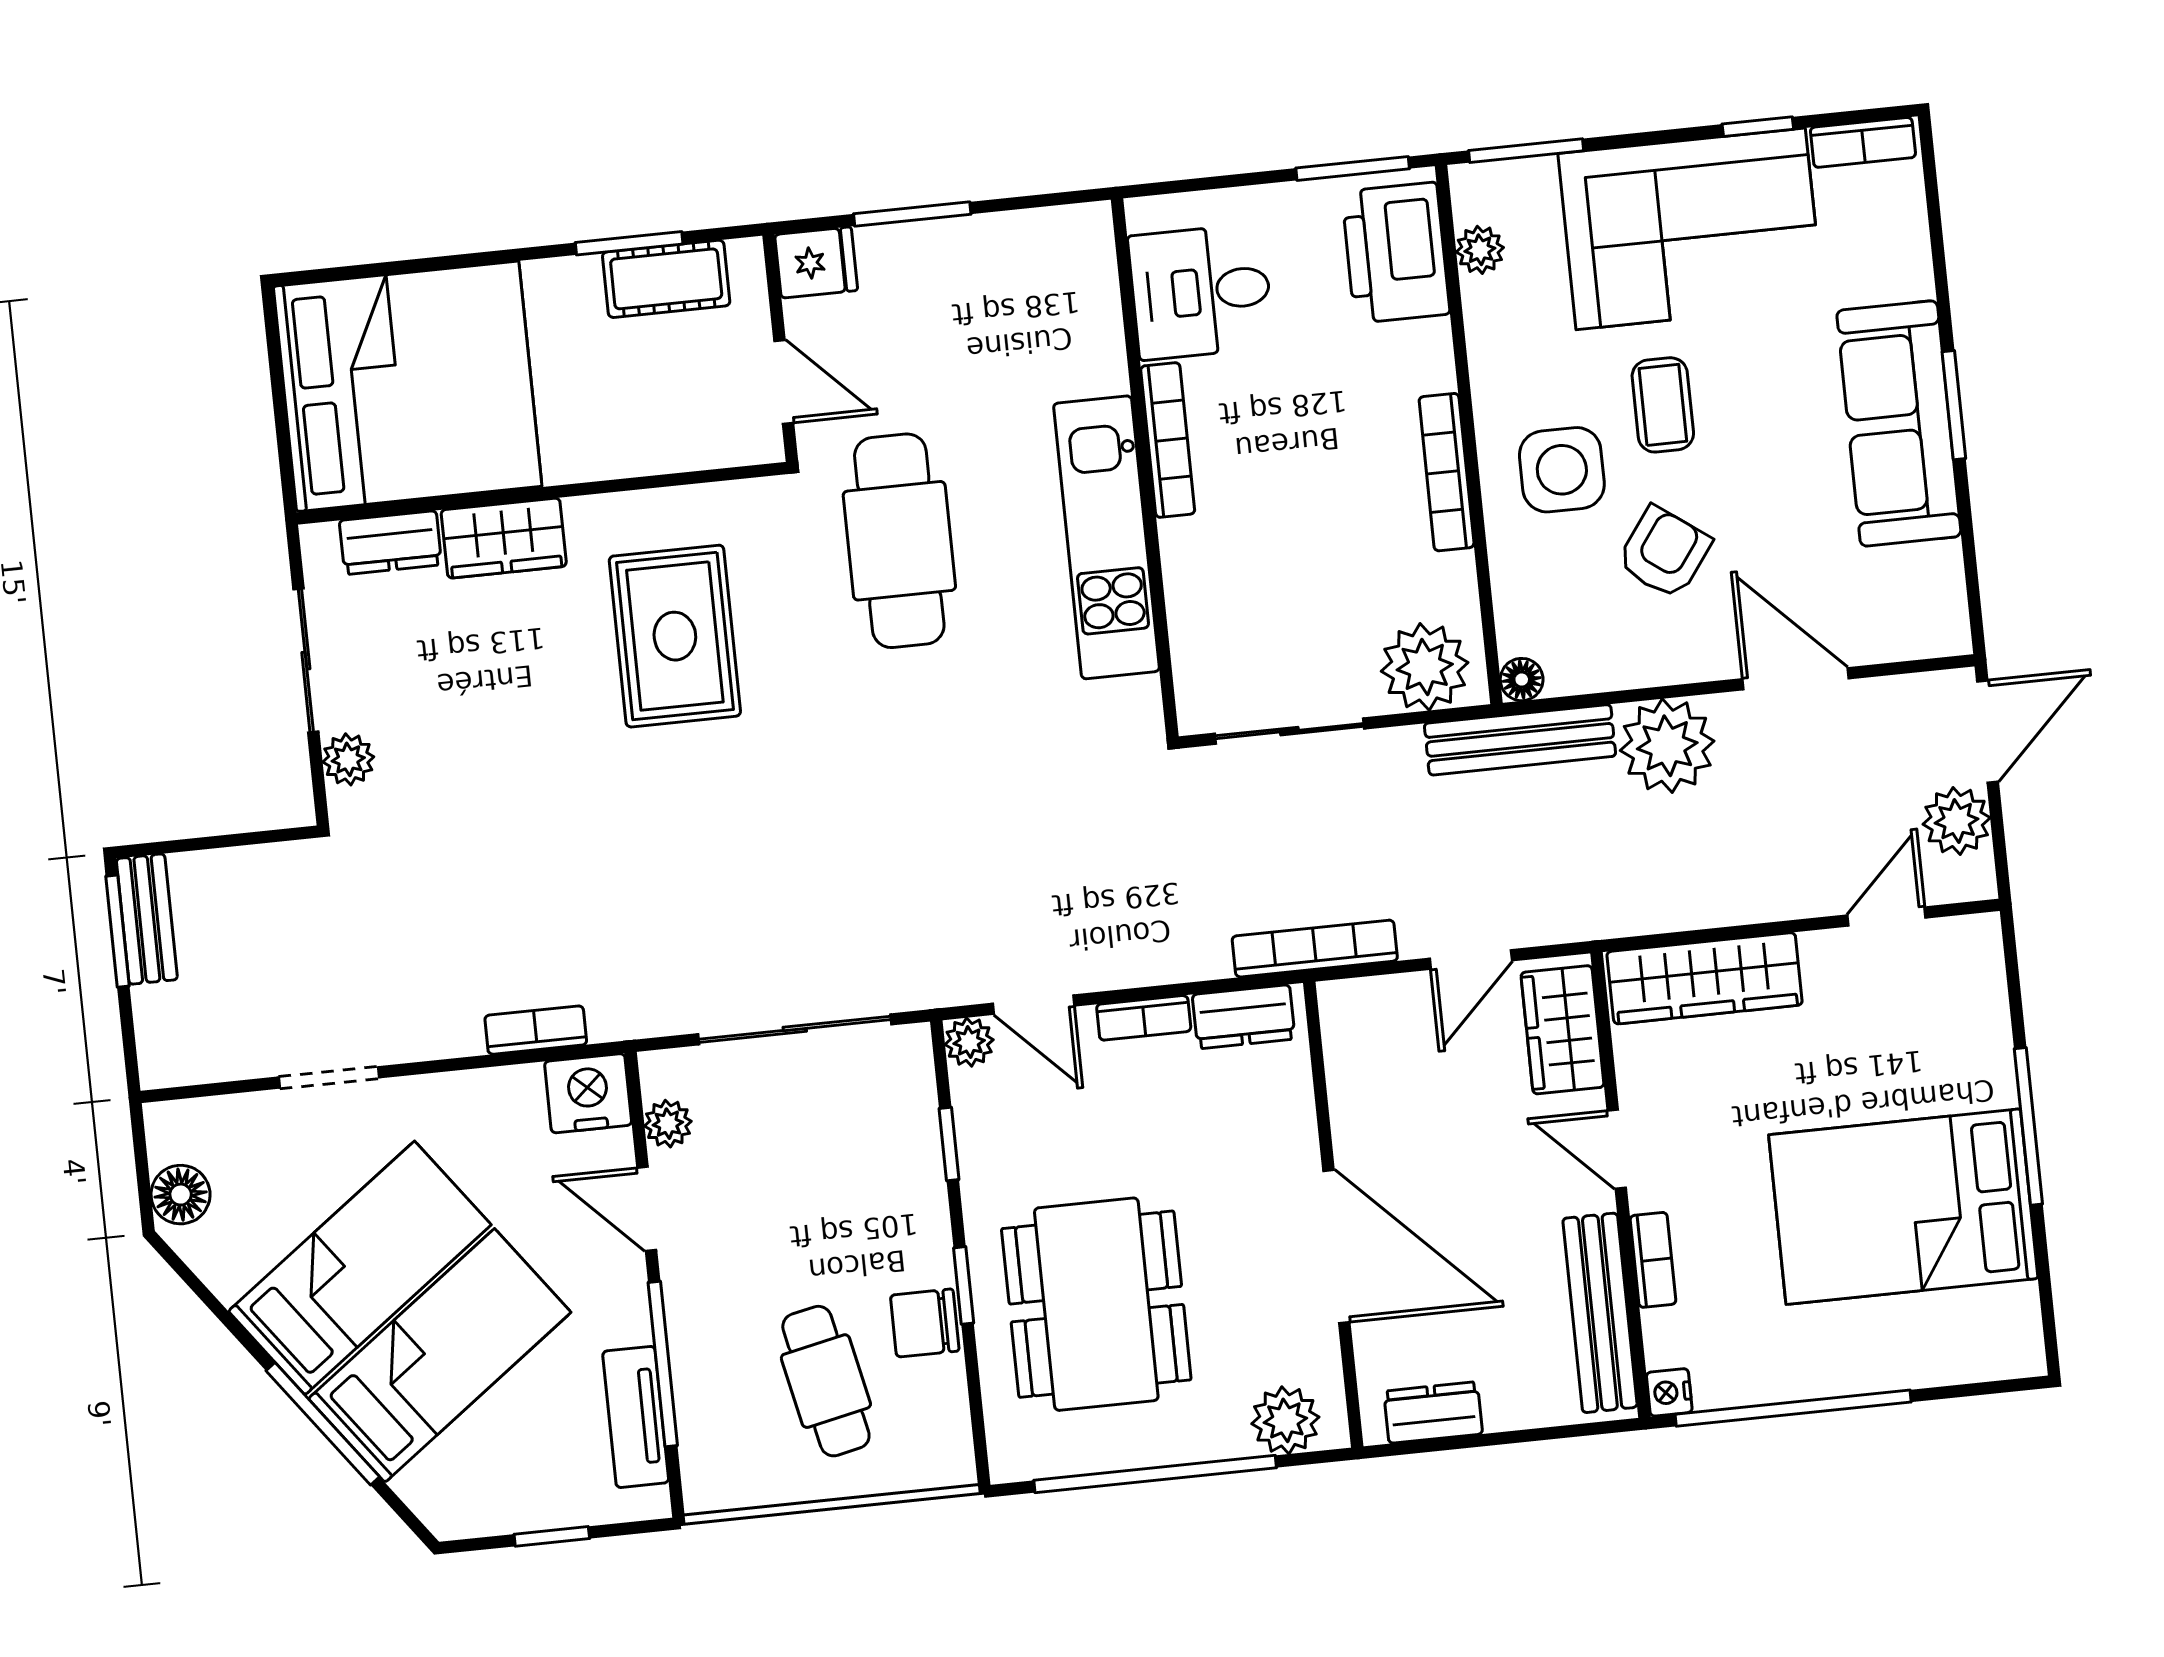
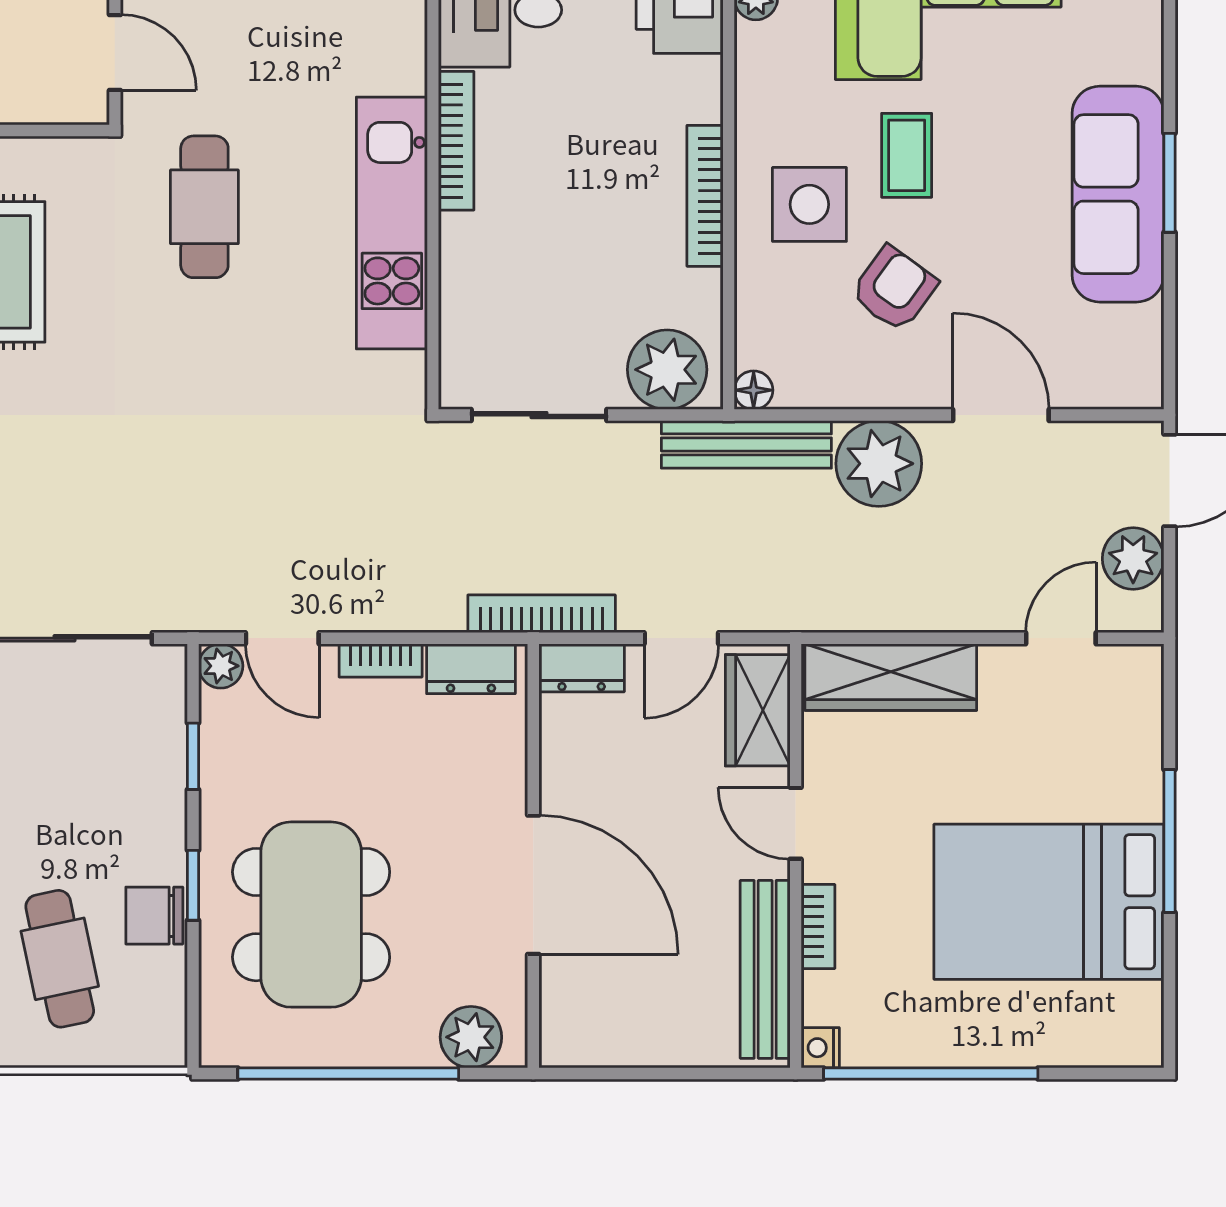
cafe table: (899, 541) -> (204, 207), width x0.73, depth x0.74
dresser: (1433, 1413) -> (582, 668), moved, turned 180

